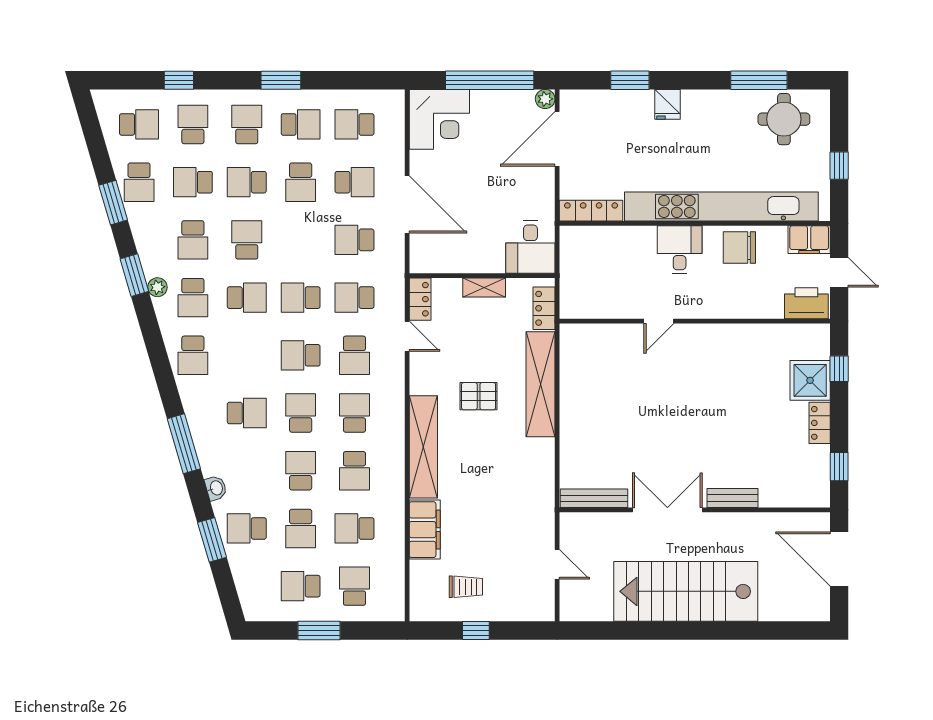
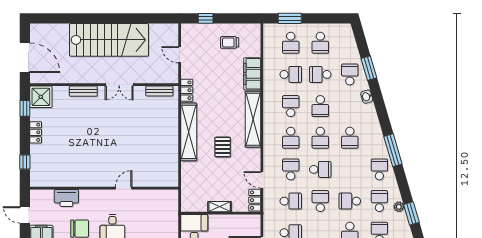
school desk: (301, 298) -> (320, 201), turned -90
printer: (806, 303) -> (66, 198), moved
locker: (544, 308) -> (187, 90), moved
shower: (810, 380) -> (41, 97), moved
shelving: (541, 384) -> (189, 132), moved
pallet: (479, 396) -> (223, 147), turned 90
school desk: (247, 413) -> (350, 138), turned -90
window: (184, 444) -> (393, 150), moved
bench: (594, 498) -> (159, 91), width x0.73
double door: (667, 510) -> (119, 85), width x0.73
school desk: (247, 528) -> (350, 74), turned -90
school desk: (301, 528) -> (320, 74), turned -90
school desk: (301, 586) -> (320, 43), turned 90
window: (319, 630) -> (290, 18), moved
window: (476, 630) -> (206, 18), moved

